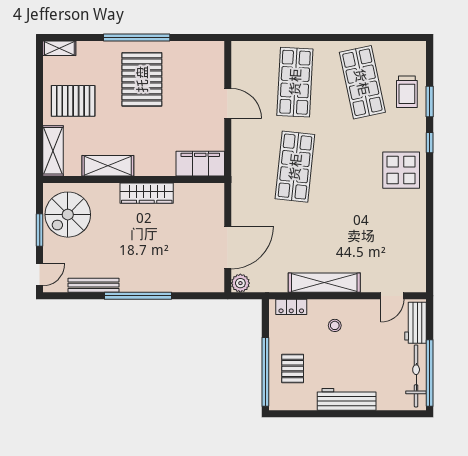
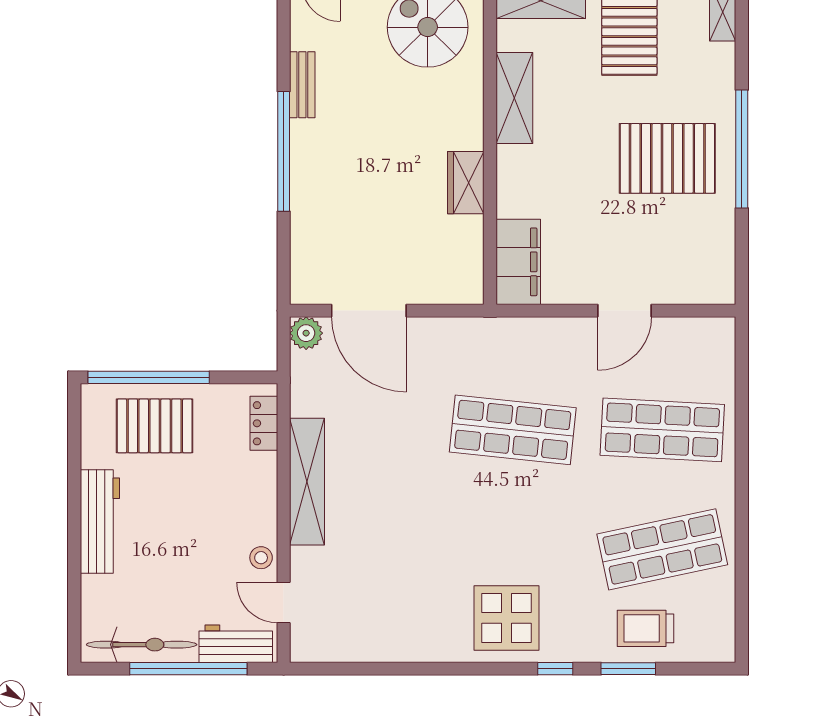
wardrobe: (147, 193) -> (466, 183), width x0.67
bench: (94, 285) -> (302, 85), width x0.73
stool: (335, 325) -> (261, 558), moved
pallet: (293, 369) -> (155, 426), width x1.50, depth x1.42
window: (430, 373) -> (188, 669), moved

